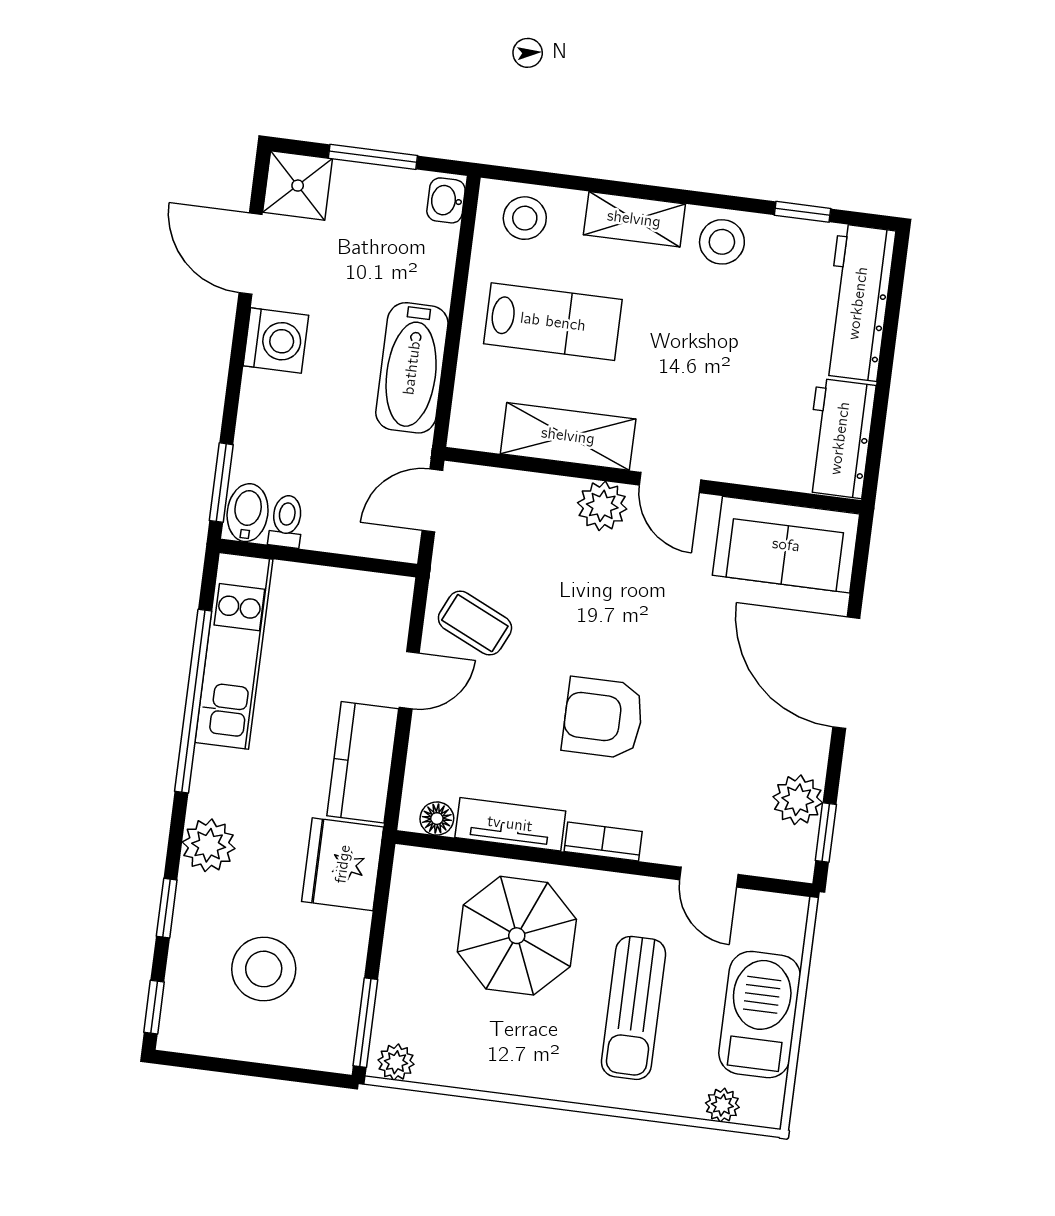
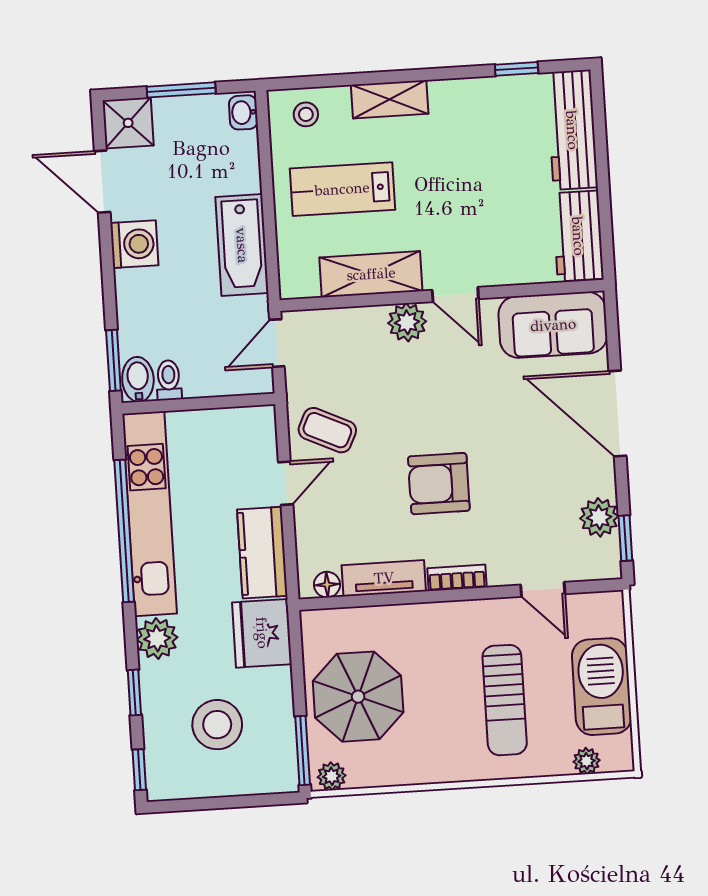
stool: (525, 218) -> (306, 114), width x0.73, depth x0.73
stool: (722, 242) -> (460, 104), removed
lab bench: (553, 322) -> (342, 189), turned 180
kitchen unit: (234, 651) -> (149, 514), width x1.36
parasol: (517, 936) -> (358, 697), moved

